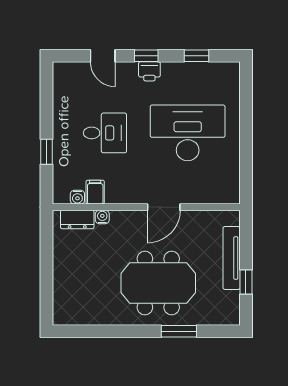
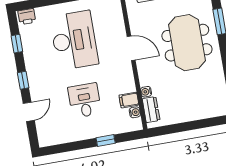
printer: (149, 71) -> (27, 17), moved, turned 90
desk: (188, 133) -> (74, 40), turned 180

